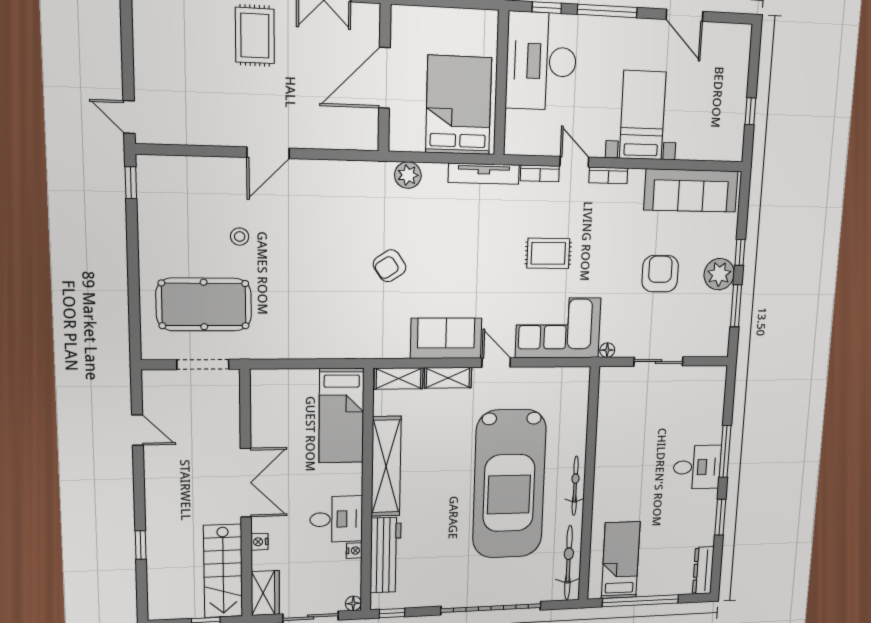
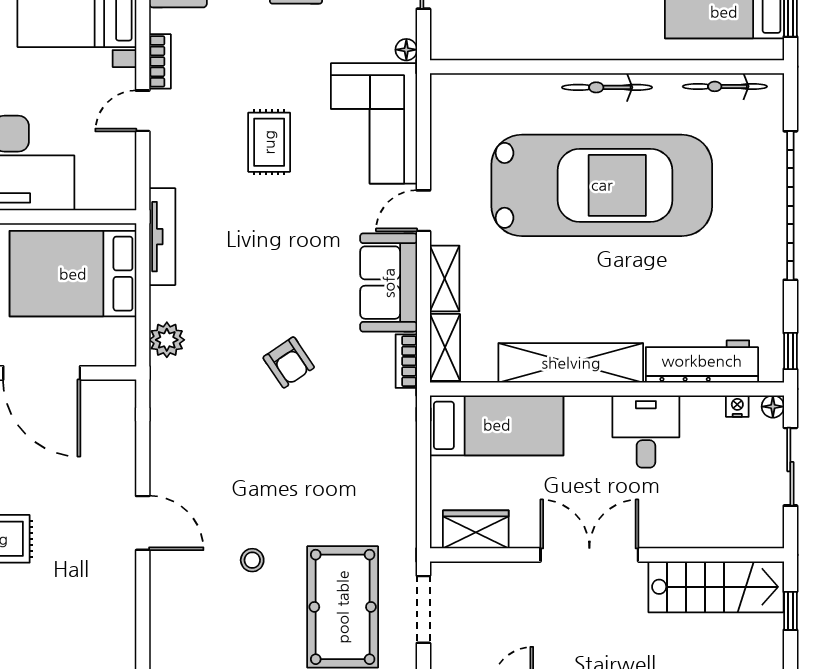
bookcase: (540, 173) -> (406, 361), moved, turned 180
nightstand: (259, 542) -> (675, 537), removed
nightstand: (354, 551) -> (737, 406), moved
bicycle: (568, 563) -> (725, 86), width x0.73, depth x0.71
wardrobe: (265, 593) -> (476, 529), moved

